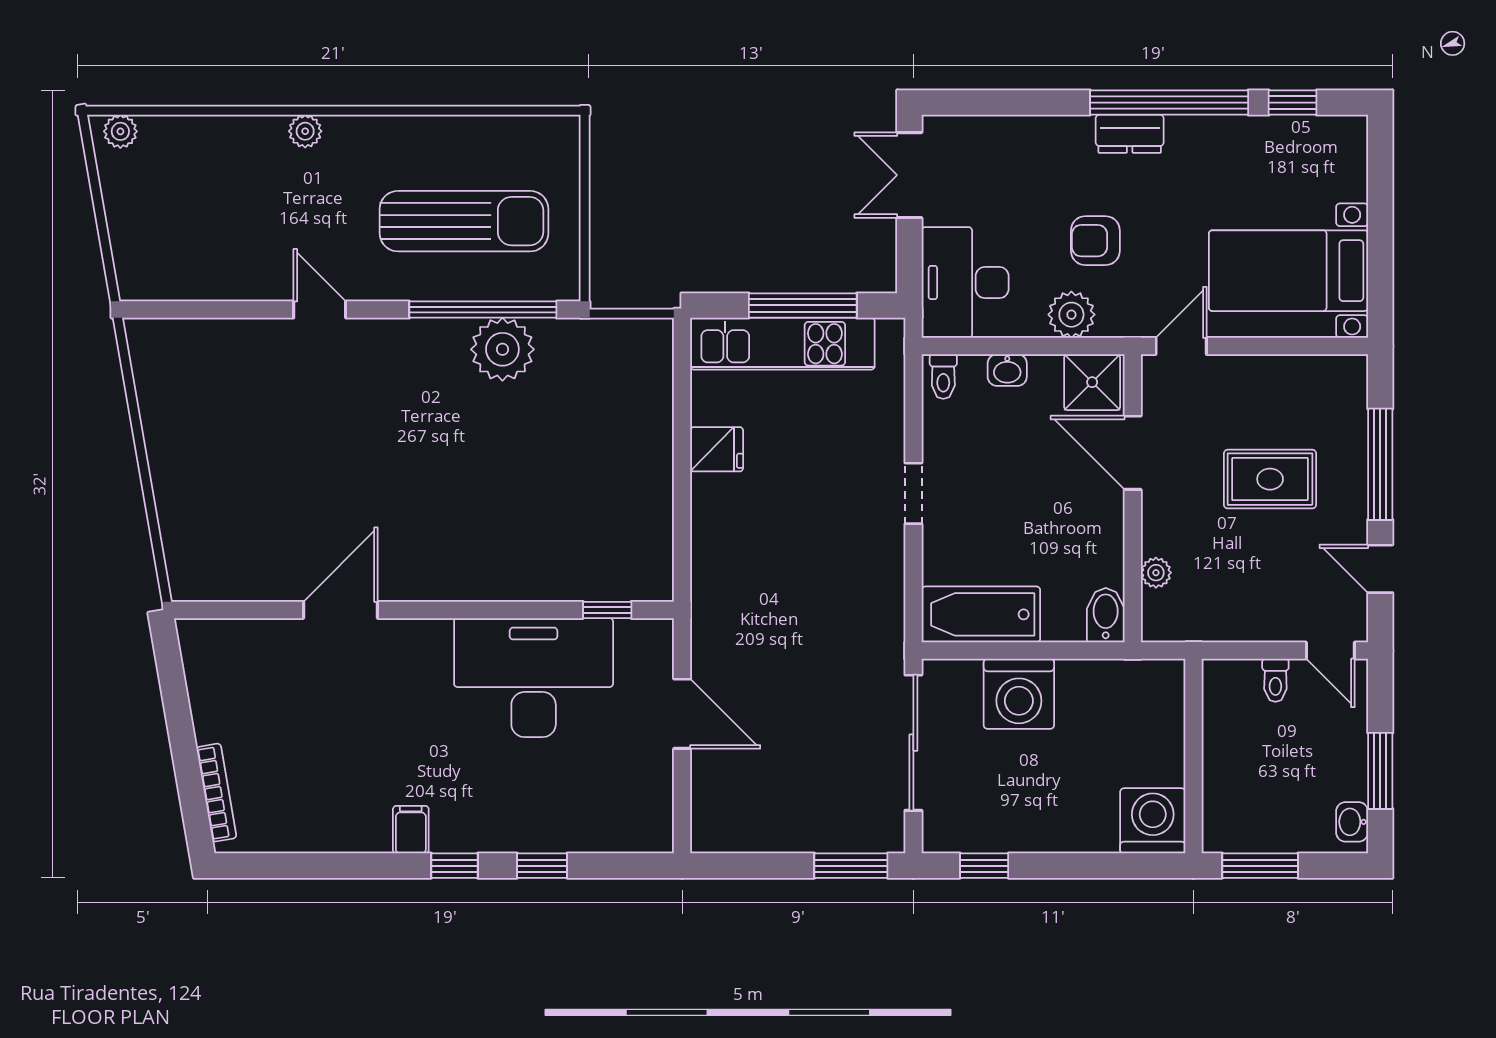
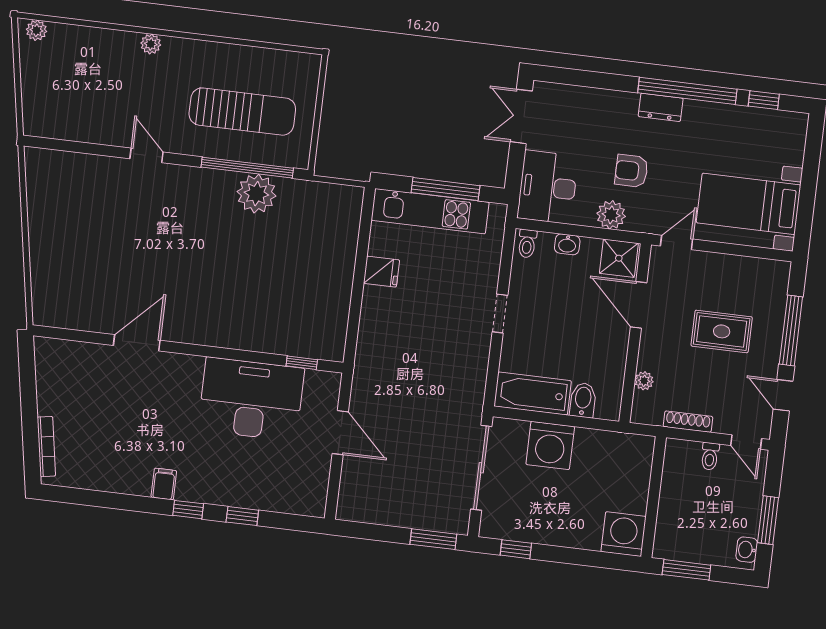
bidet: (1106, 615) -> (583, 400), moved
shoe rack: (1234, 629) -> (688, 422), added

